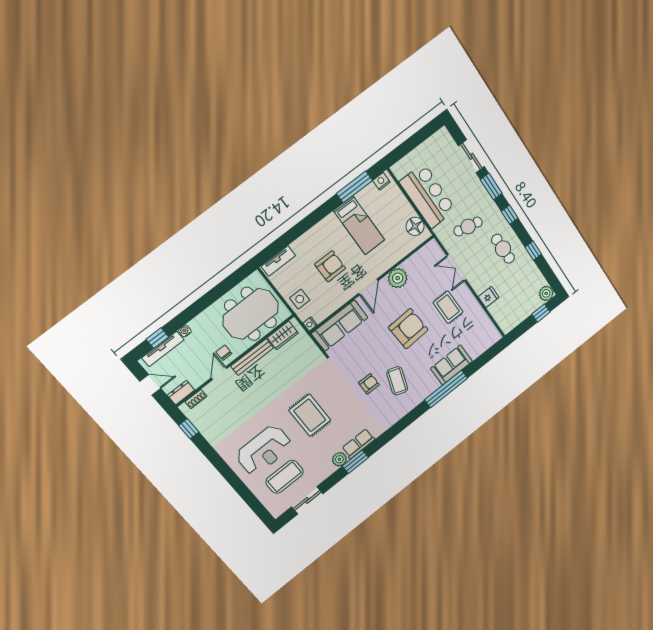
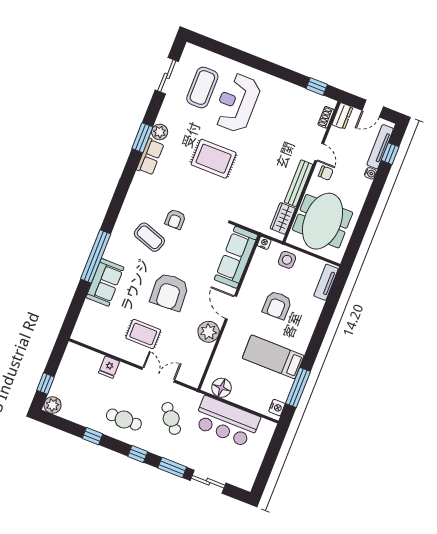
cafe table: (468, 227) -> (171, 418), turned -53

